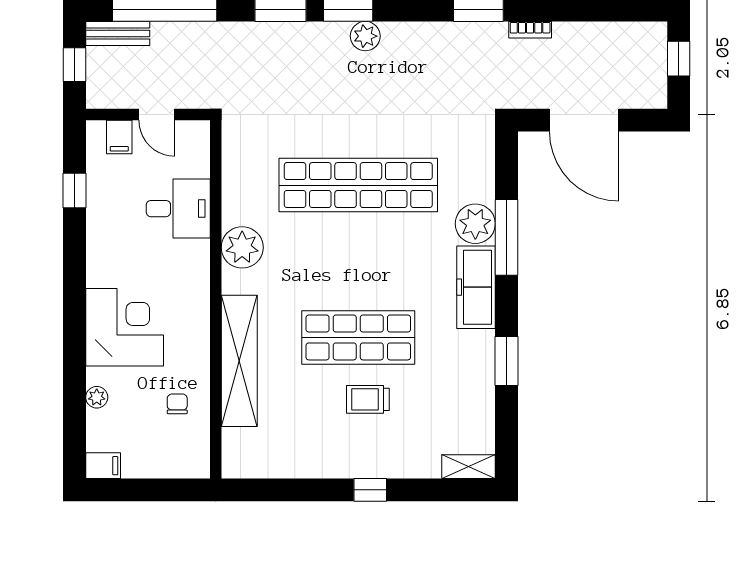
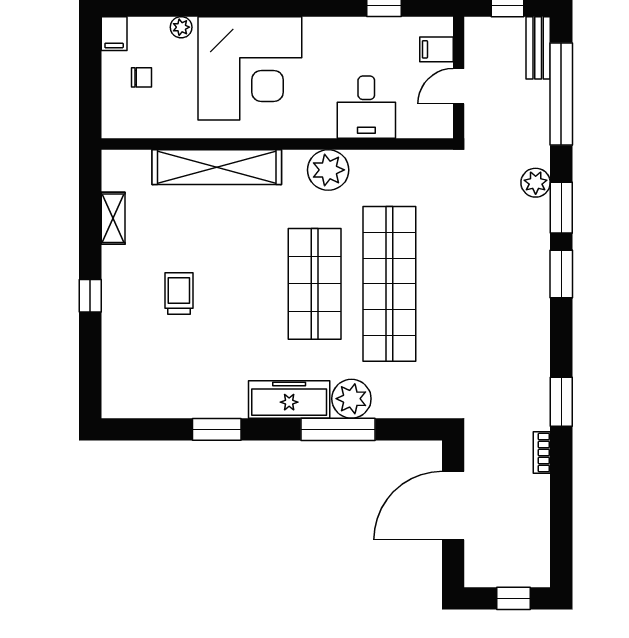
plant: (365, 36) -> (536, 183), moved
corner desk: (125, 327) -> (250, 68), width x1.36, depth x1.36
shop shelf: (358, 337) -> (315, 284), moved
chair: (177, 404) -> (141, 77), moved
shelving: (468, 467) -> (113, 218), moved

